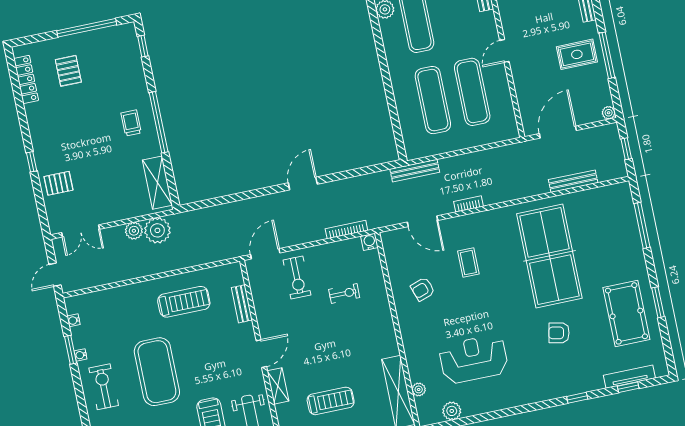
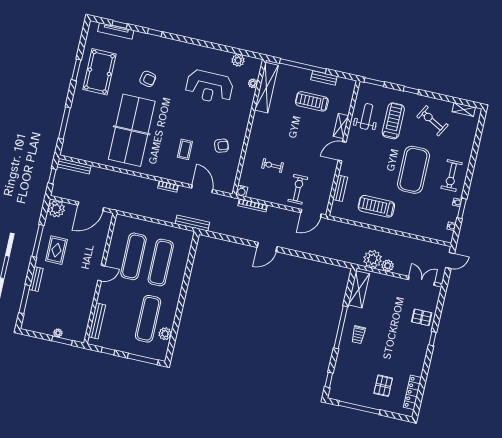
rug: (577, 54) -> (56, 250), turned 90
plant: (609, 113) -> (56, 209), width x1.88, depth x1.88
bench: (573, 181) -> (74, 166), moved

